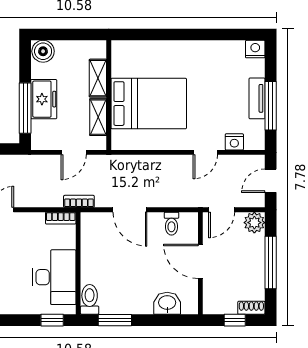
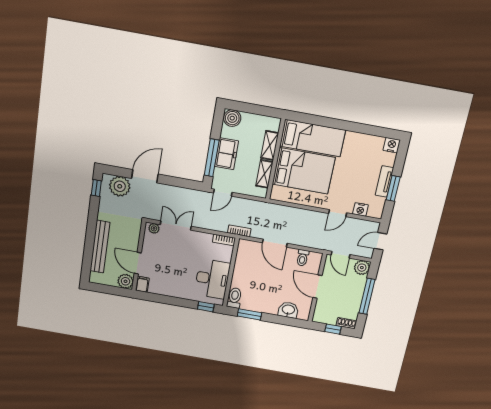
bed: (151, 58) -> (313, 138), added
window: (271, 106) -> (393, 189), width x0.69
door: (74, 152) -> (223, 193), moved
door: (222, 210) -> (340, 255), hinge flipped

